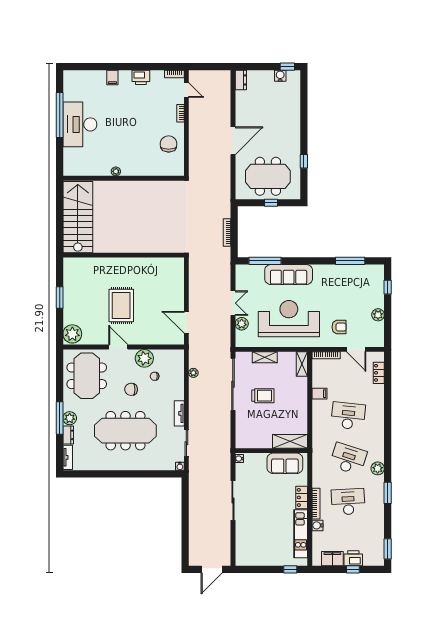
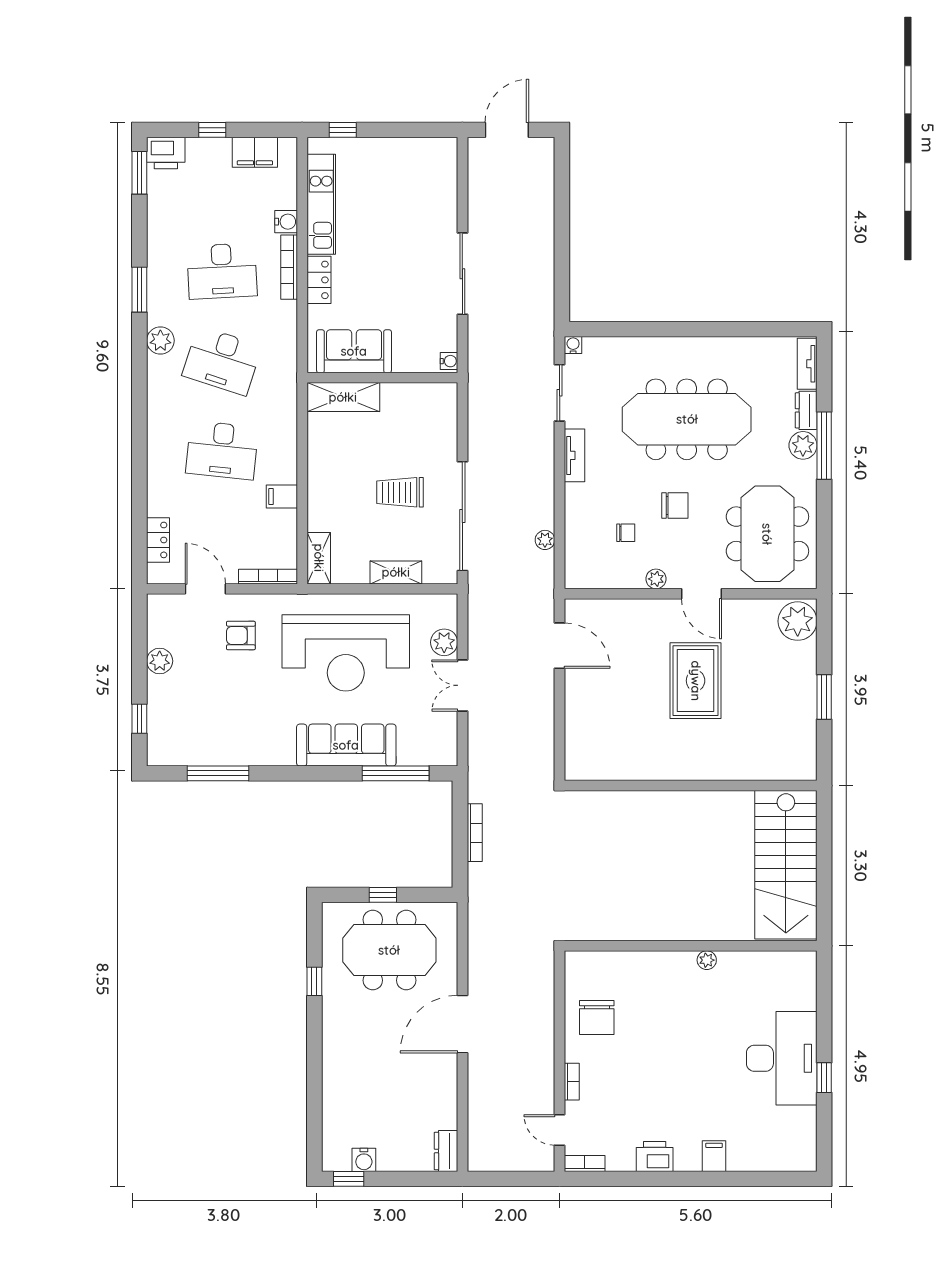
window: (60, 115) -> (824, 1078), width x0.32
plant: (144, 358) -> (656, 579), width x0.53, depth x0.53
printer: (353, 558) -> (166, 153), moved

